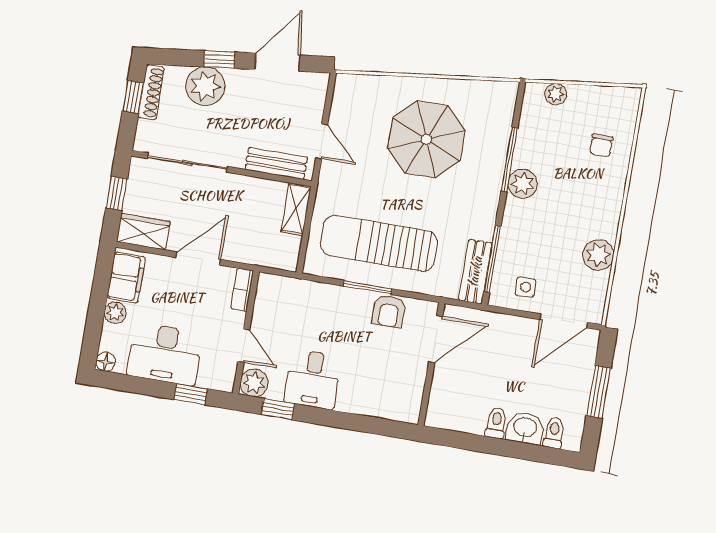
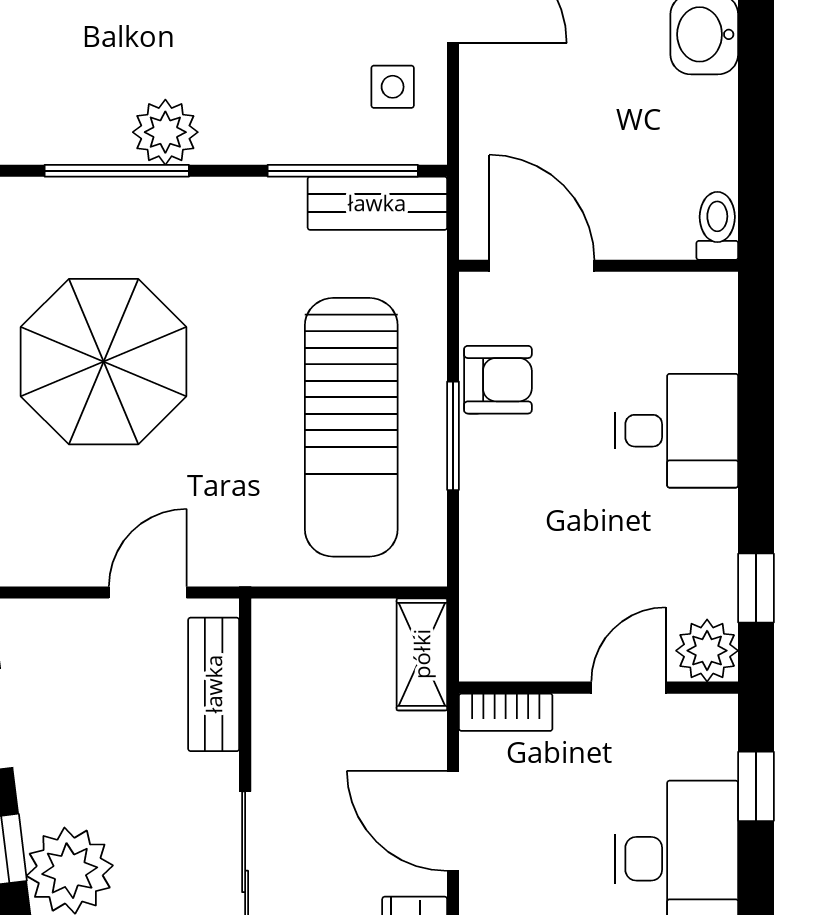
shelving: (296, 209) -> (422, 654), moved, turned 90
desk: (313, 379) -> (677, 431), moved
toilet: (496, 423) -> (717, 226), moved, turned 90

